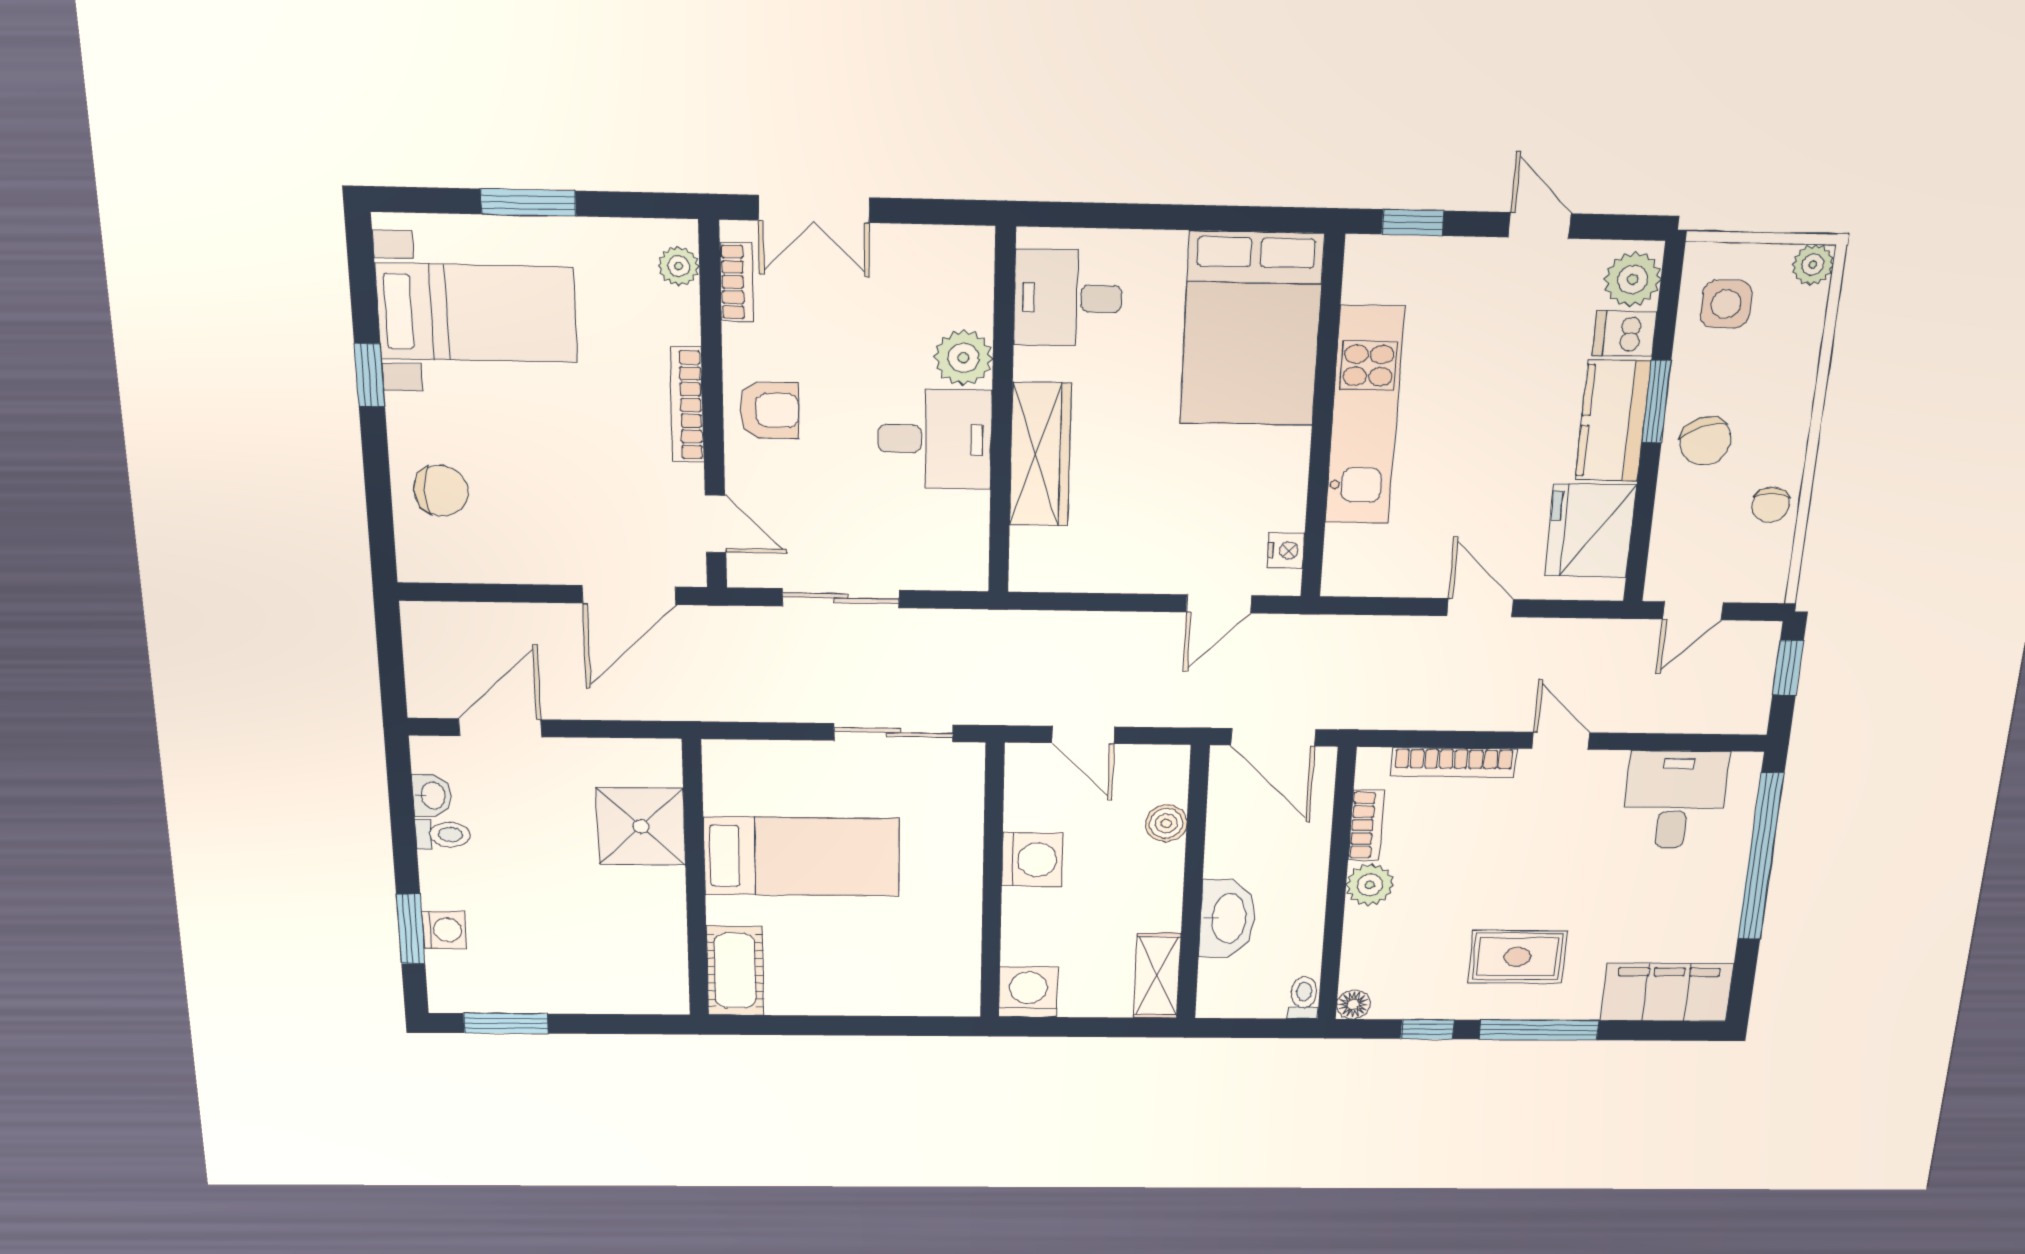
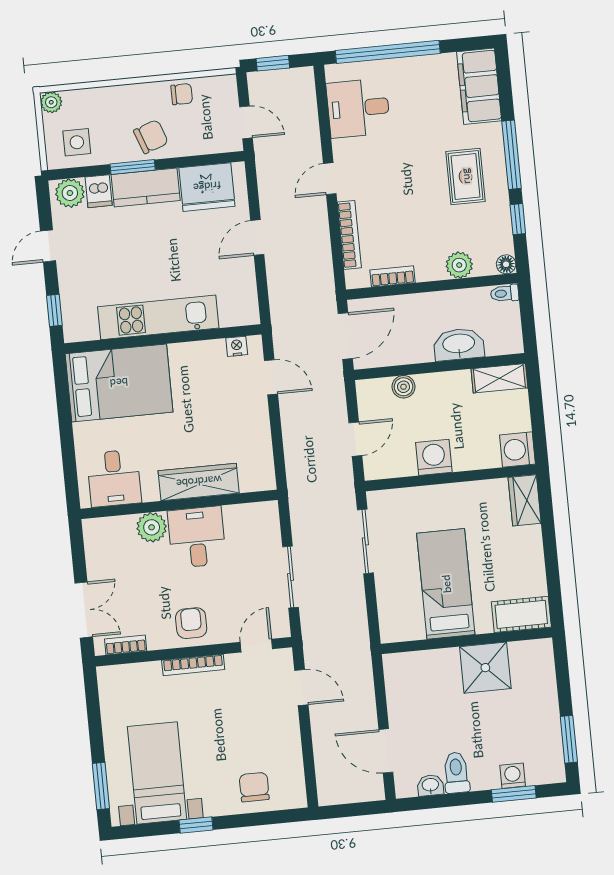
window: (528, 203) -> (101, 786), moved
plant: (679, 266) -> (121, 674), removed
door: (629, 595) -> (301, 687), width x0.73
shower: (641, 826) -> (485, 668), moved
toilet: (443, 835) -> (456, 773), width x1.37, depth x1.39
plant: (1370, 885) -> (459, 265), moved
wardrobe: (937, 994) -> (525, 500), added

